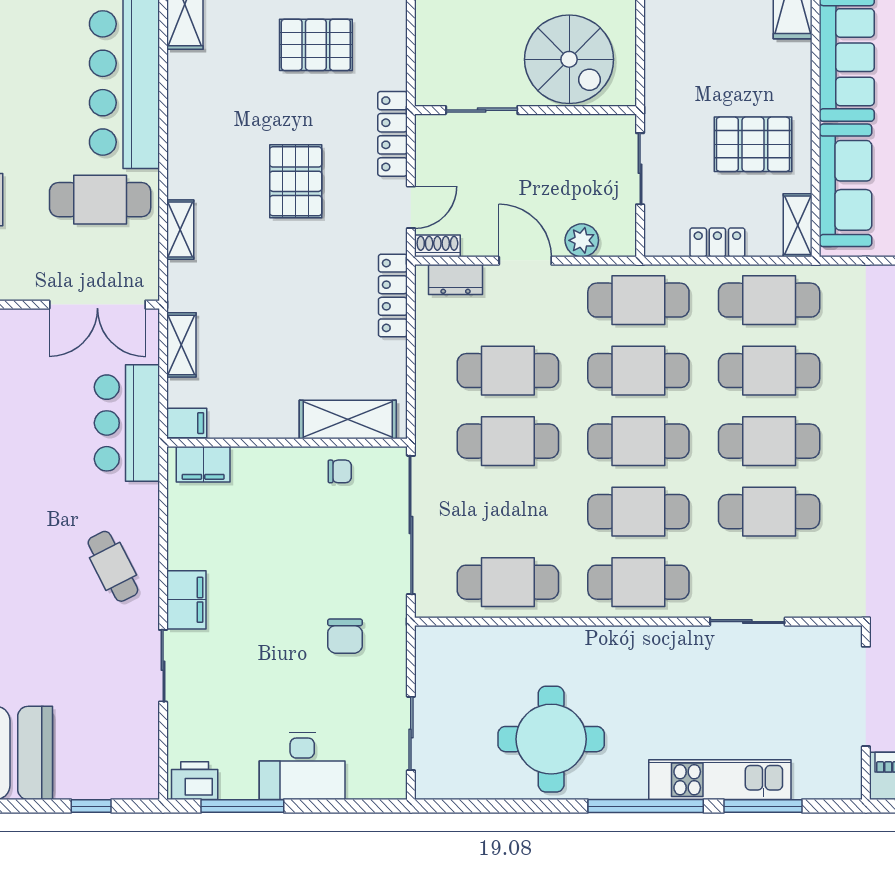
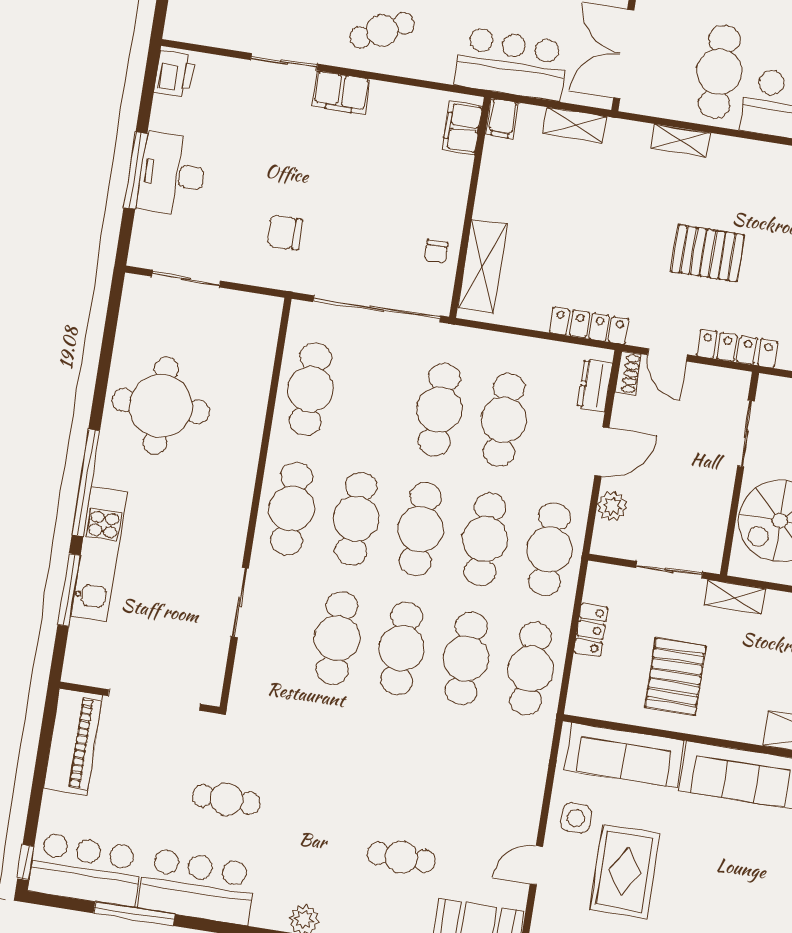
shelving: (798, 225) -> (735, 597), moved
window: (242, 806) -> (135, 171), moved

